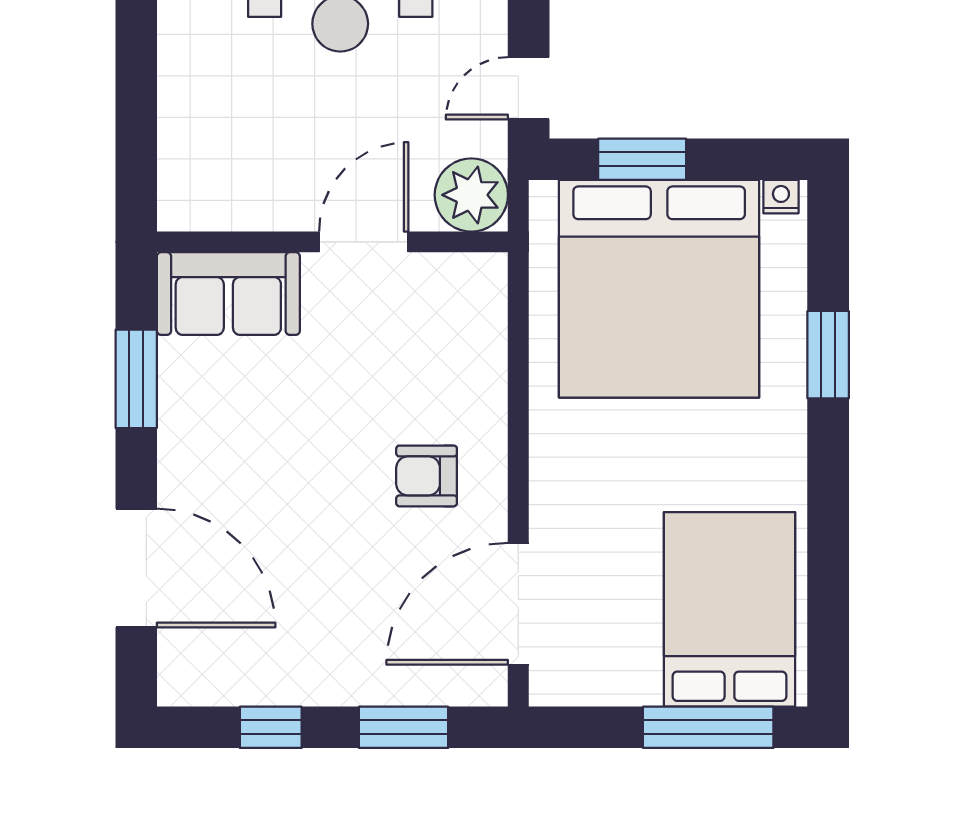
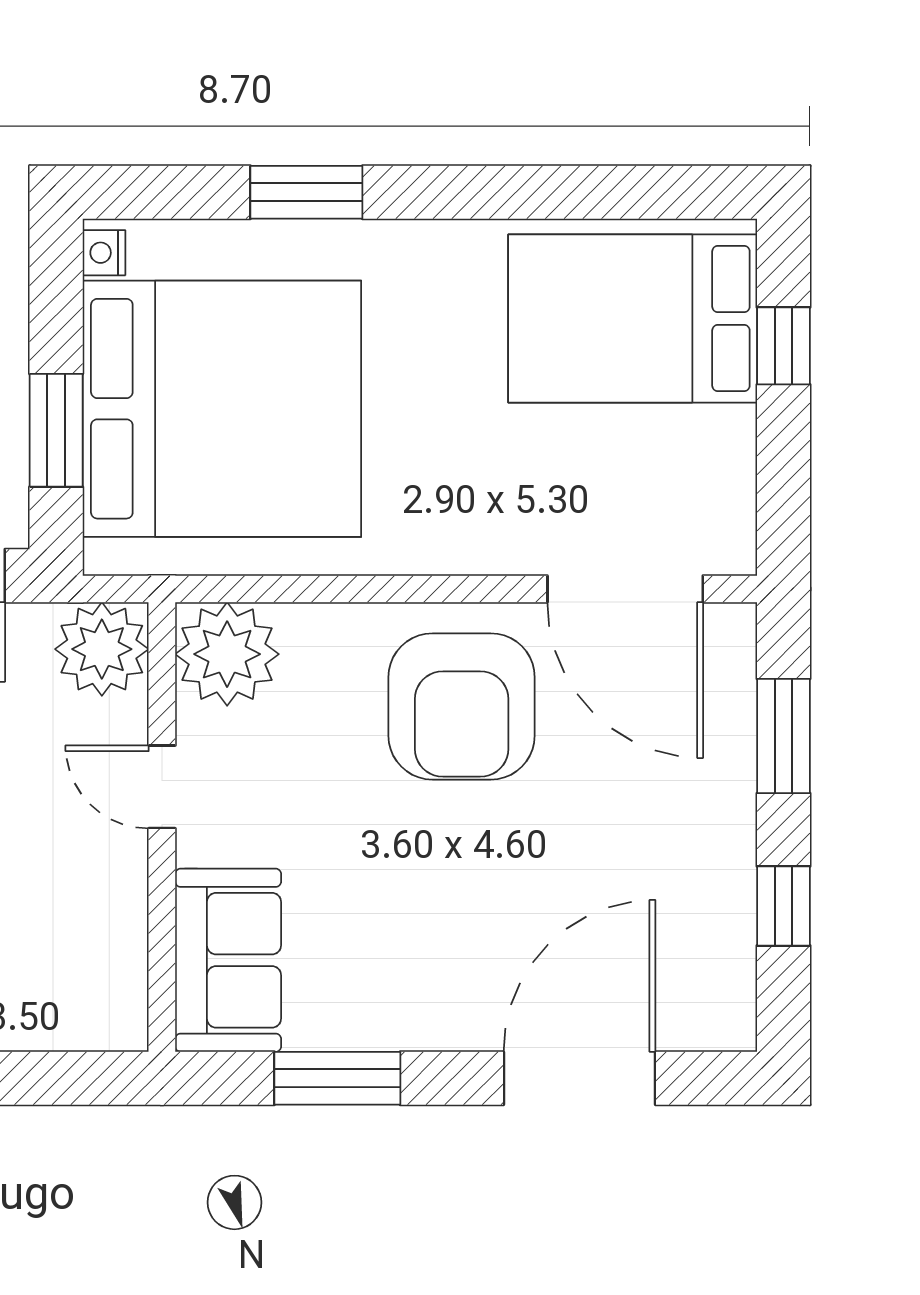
door: (364, 242) -> (162, 787), width x0.73
plant: (467, 293) -> (227, 654), added
armchair: (427, 476) -> (462, 706), width x1.88, depth x1.88
window: (708, 727) -> (784, 346), width x0.46

